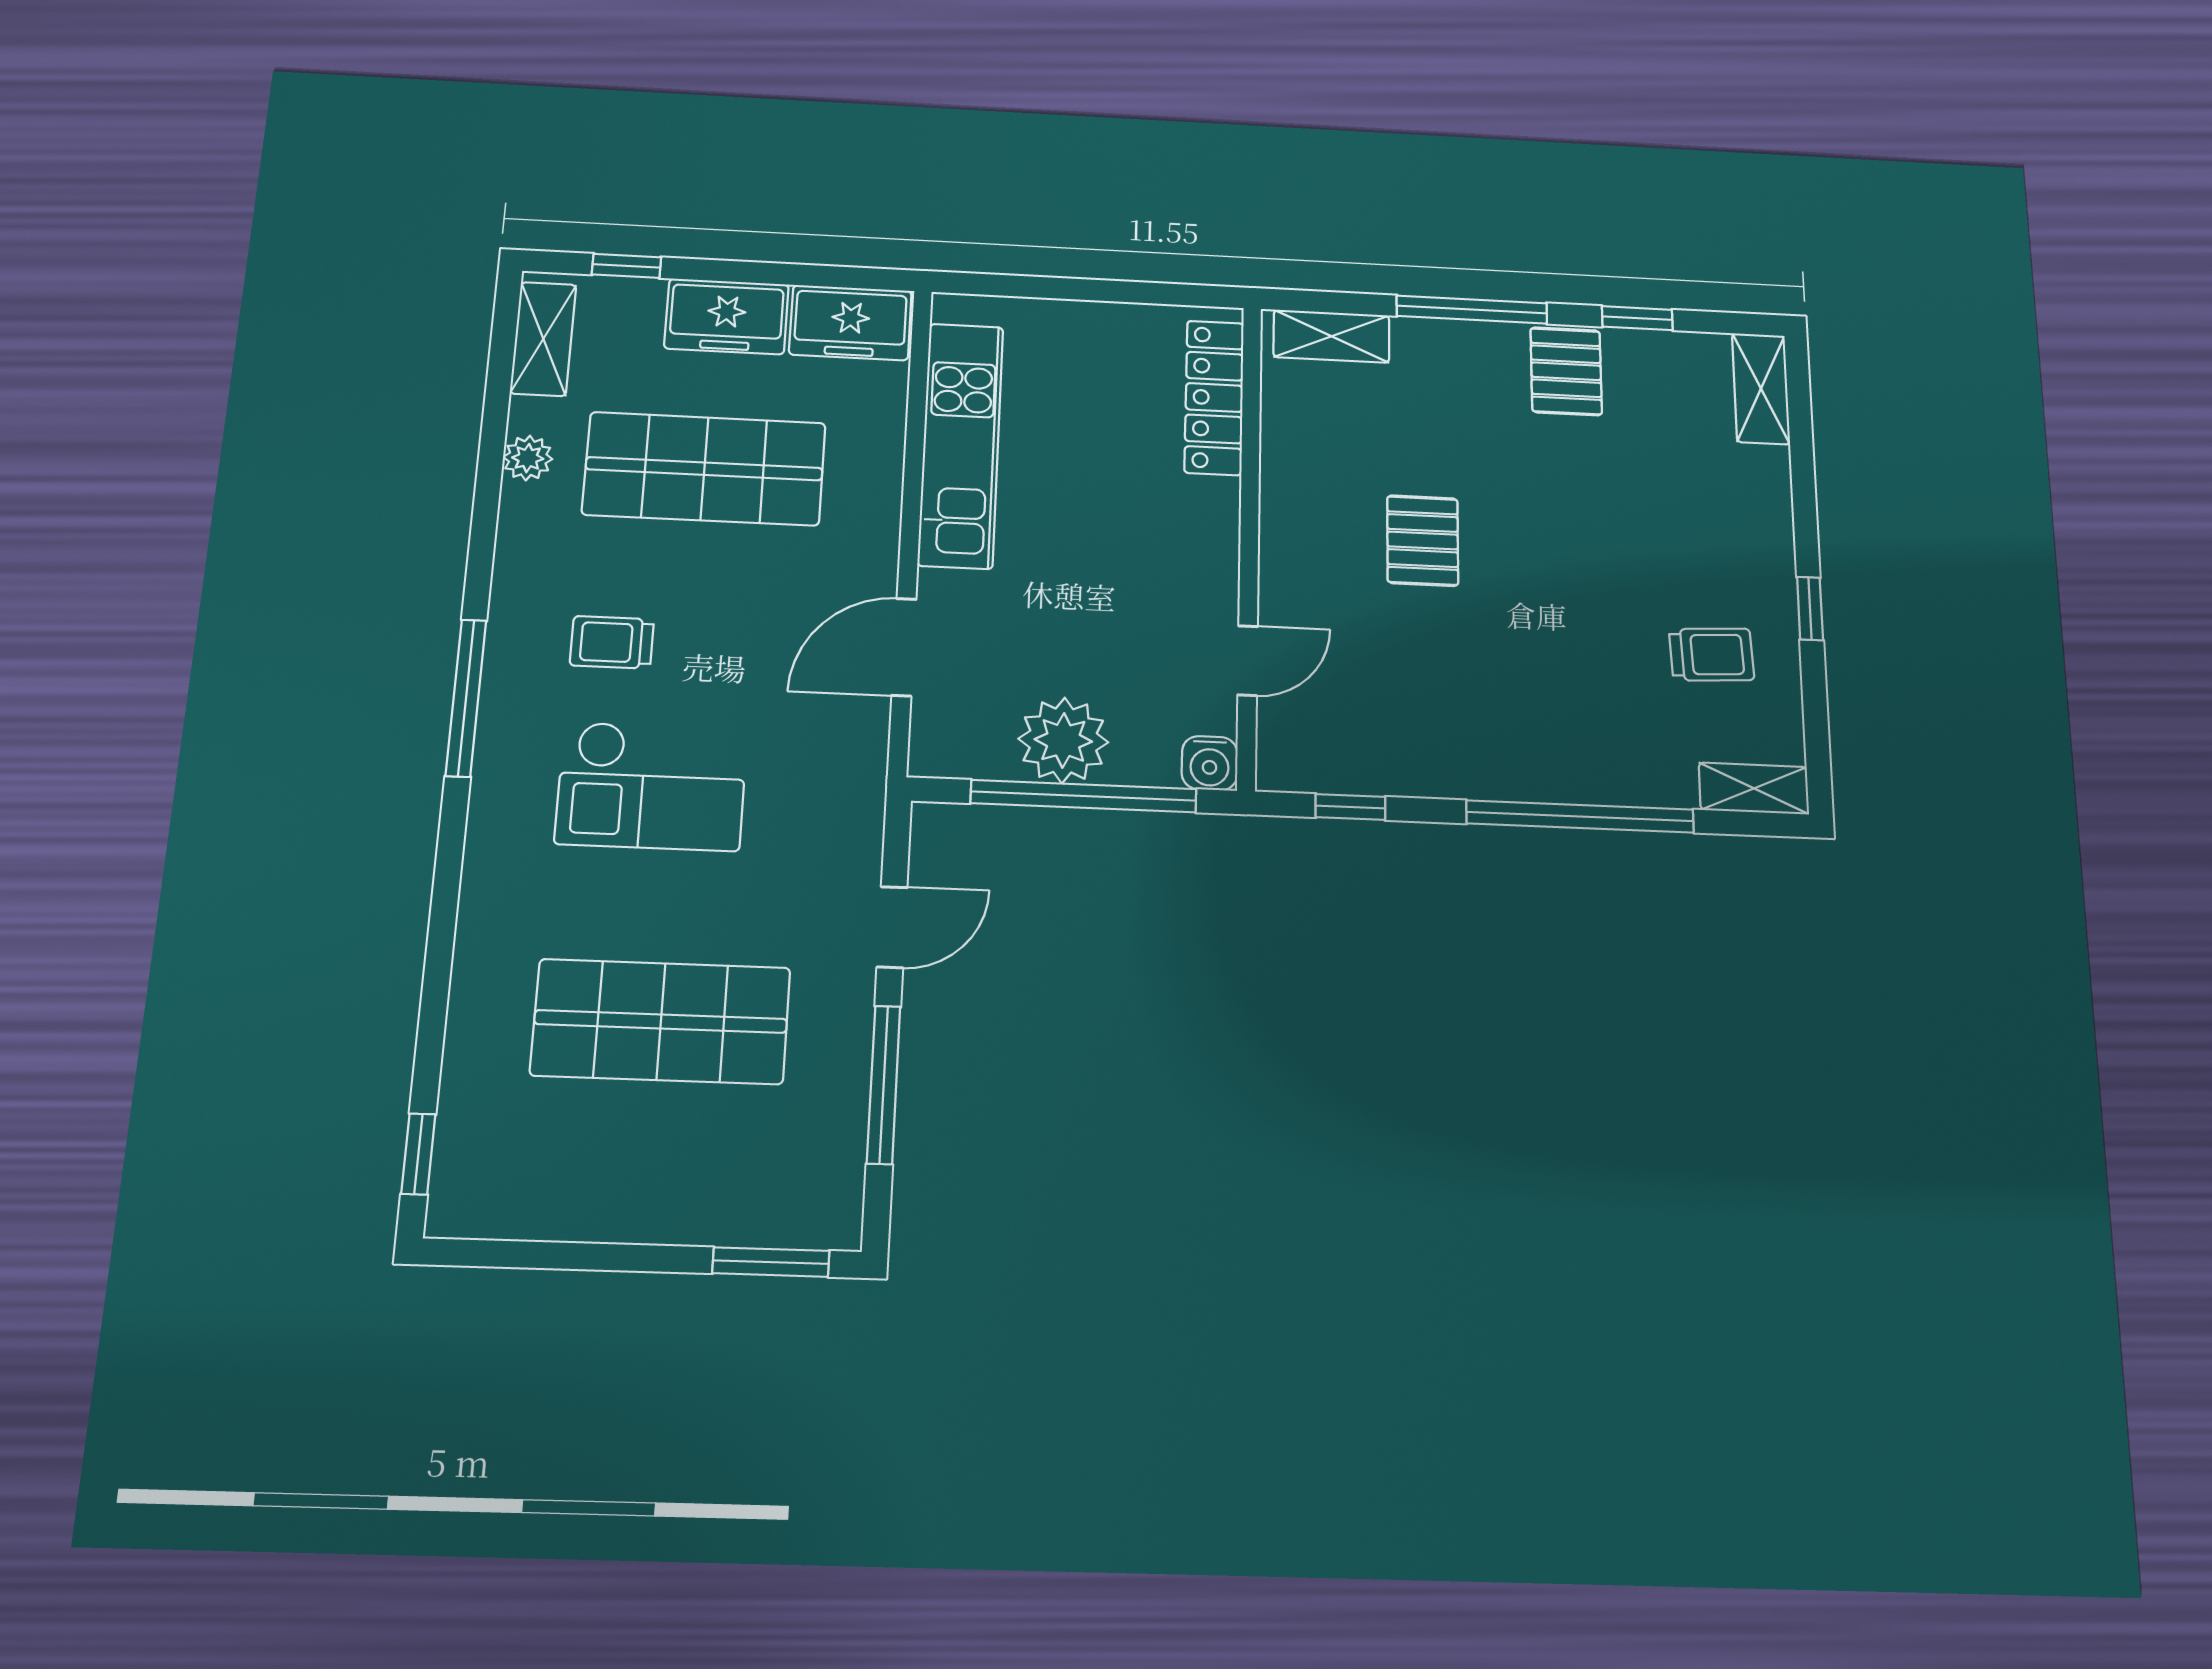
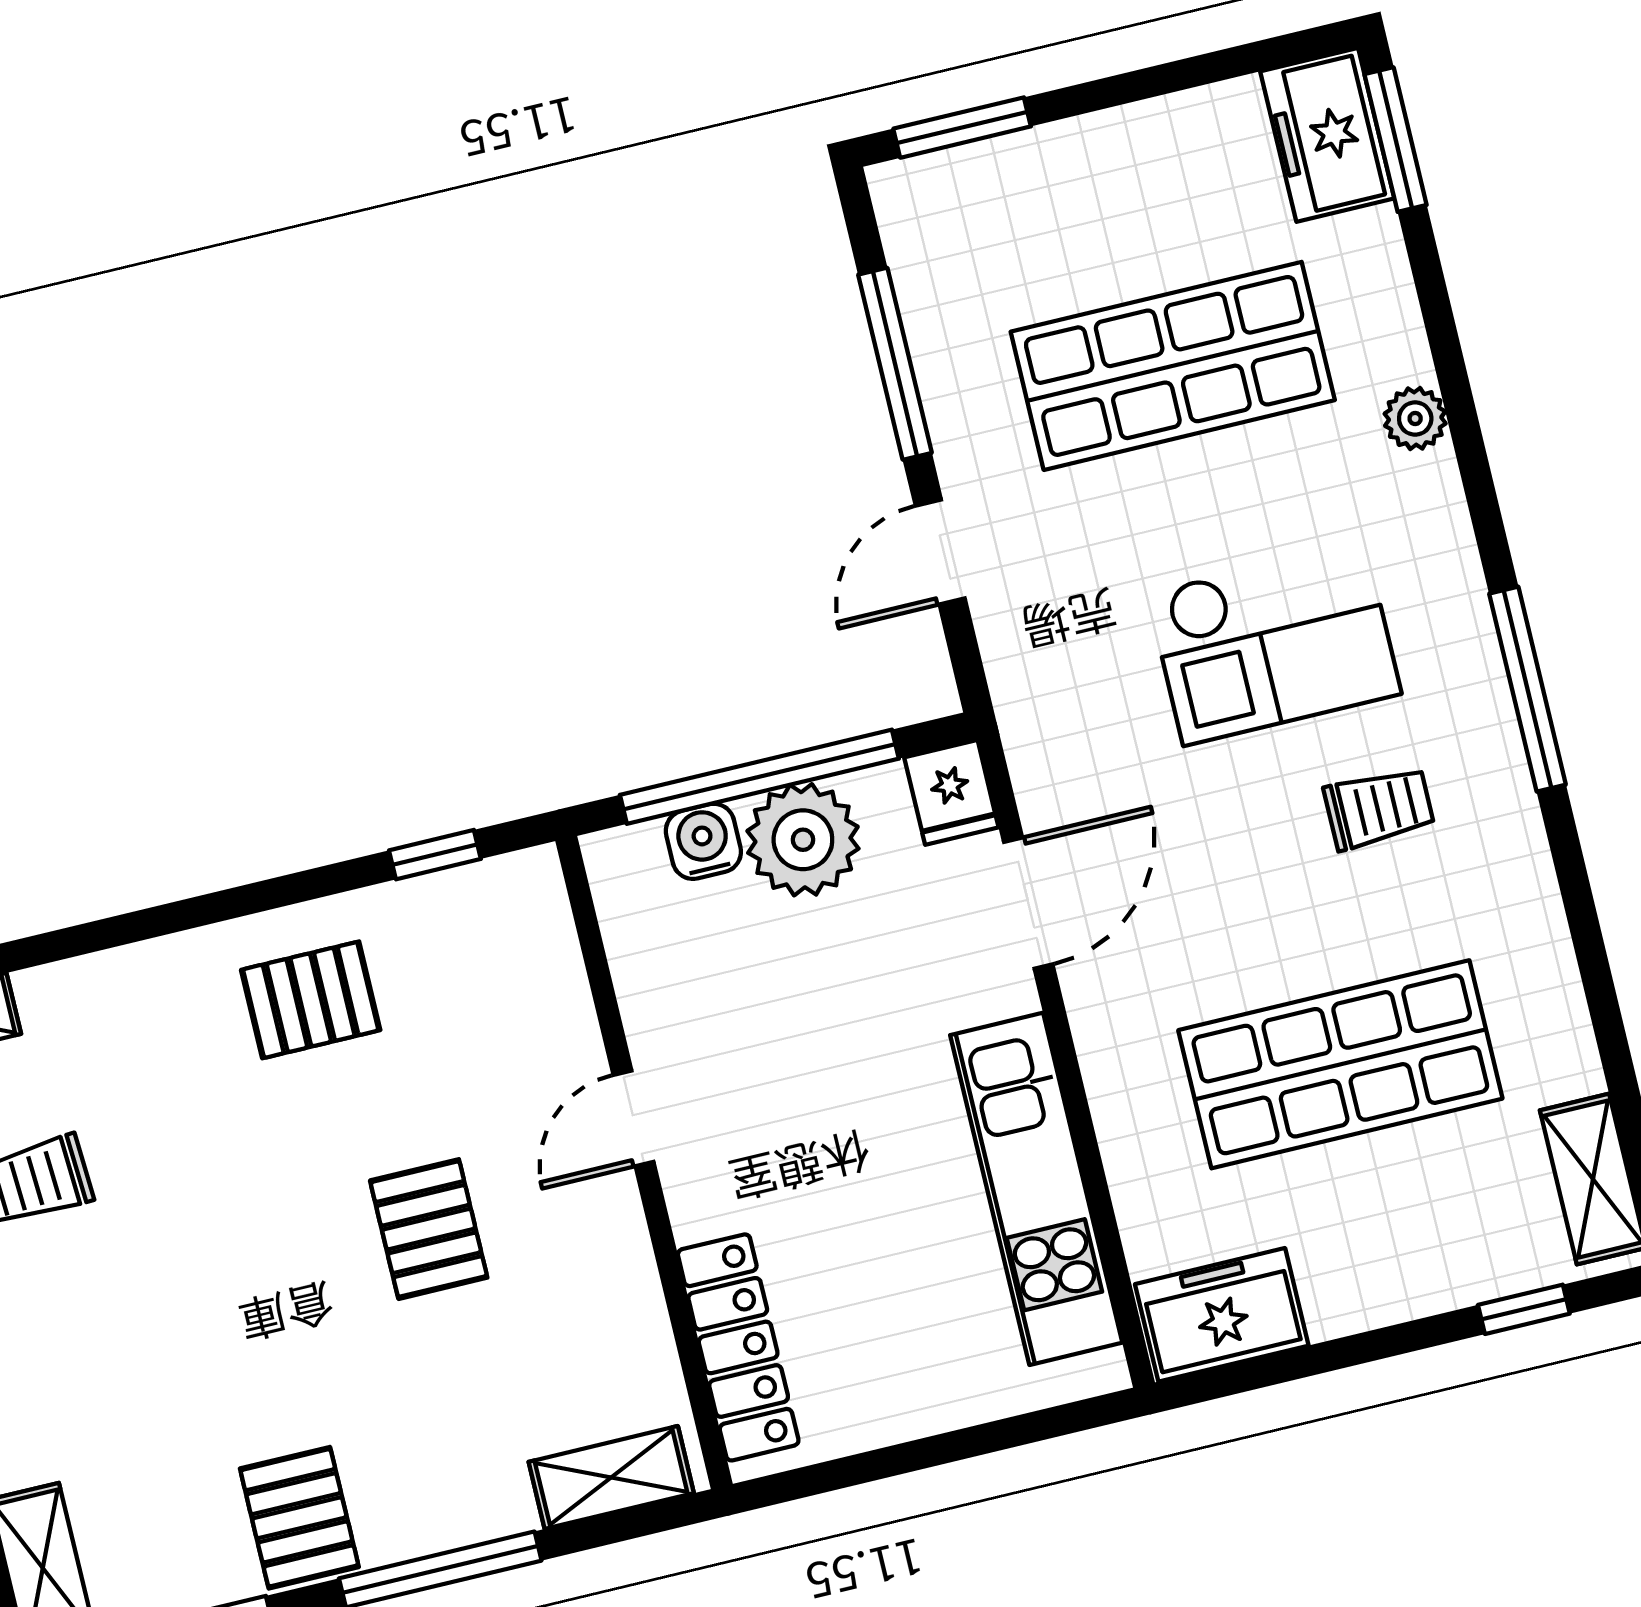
freezer: (727, 316) -> (1327, 135), moved, turned -90
plant: (528, 458) -> (1415, 419), moved
door: (1248, 661) -> (633, 1118), moved
pallet: (1472, 727) -> (311, 1000), added
fridge: (938, 744) -> (951, 792), added
water cooler: (1210, 763) -> (703, 841), moved
checkout: (652, 786) -> (1274, 643), turned 180
window: (1580, 816) -> (153, 922), removed
window: (418, 1154) -> (1396, 140), width x1.50

